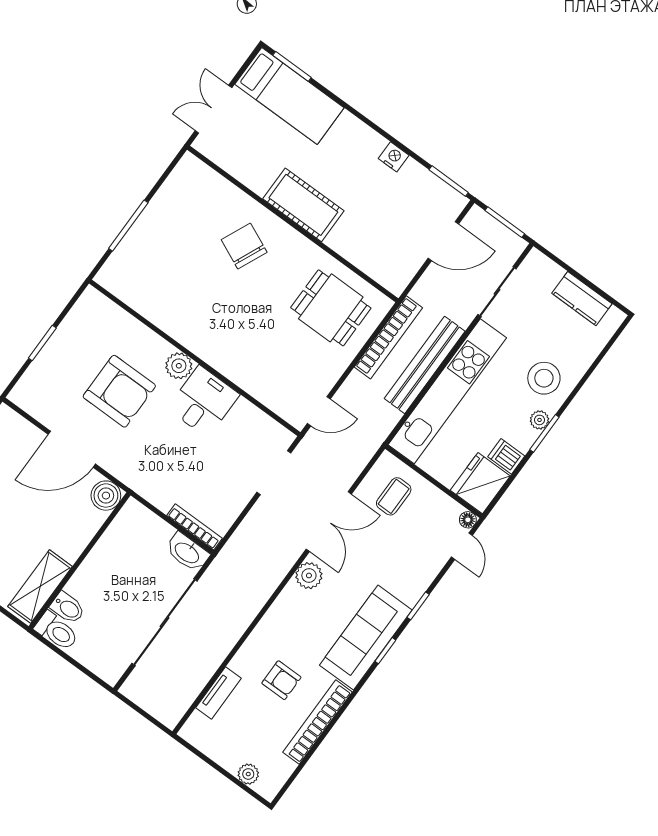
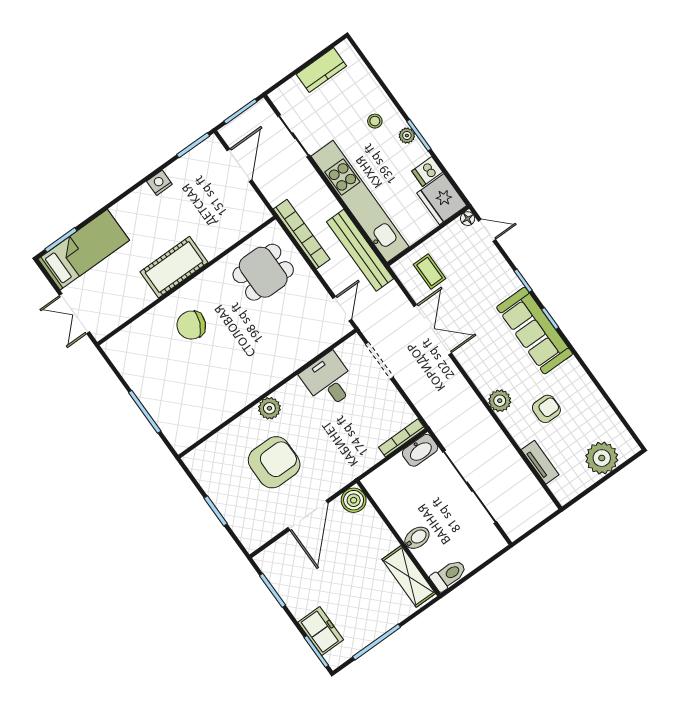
bench: (425, 365) -> (360, 250), moved
stool: (544, 378) -> (375, 121), width x0.53, depth x0.53
desk: (203, 401) -> (329, 381), moved
plant: (309, 576) -> (500, 401), moved
bidet: (68, 608) -> (417, 538), moved
bookcase: (317, 722) -> (589, 391), removed
plant: (248, 774) -> (602, 458), width x1.88, depth x1.88

